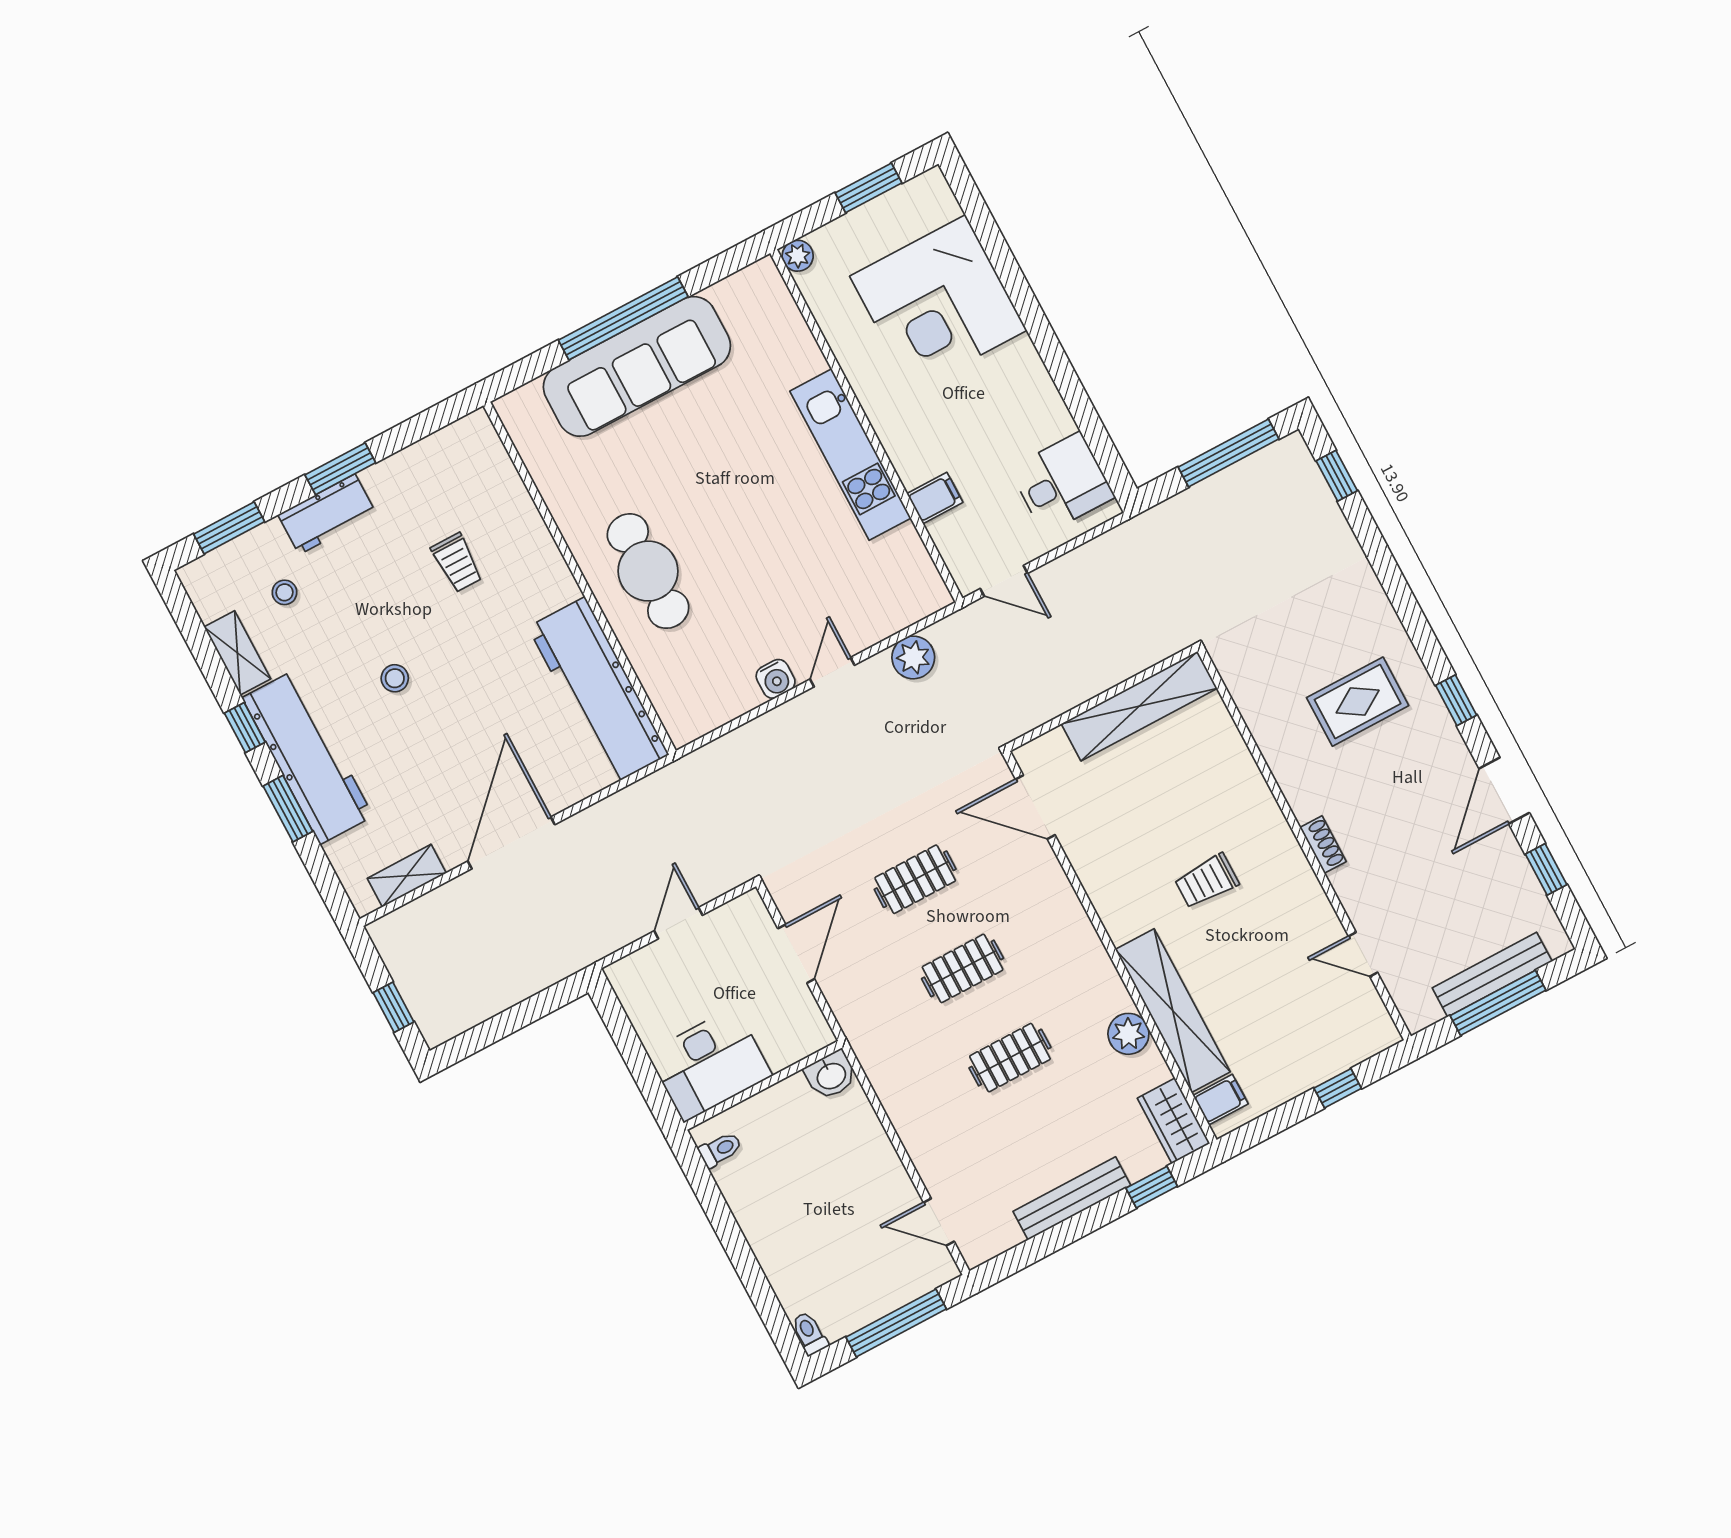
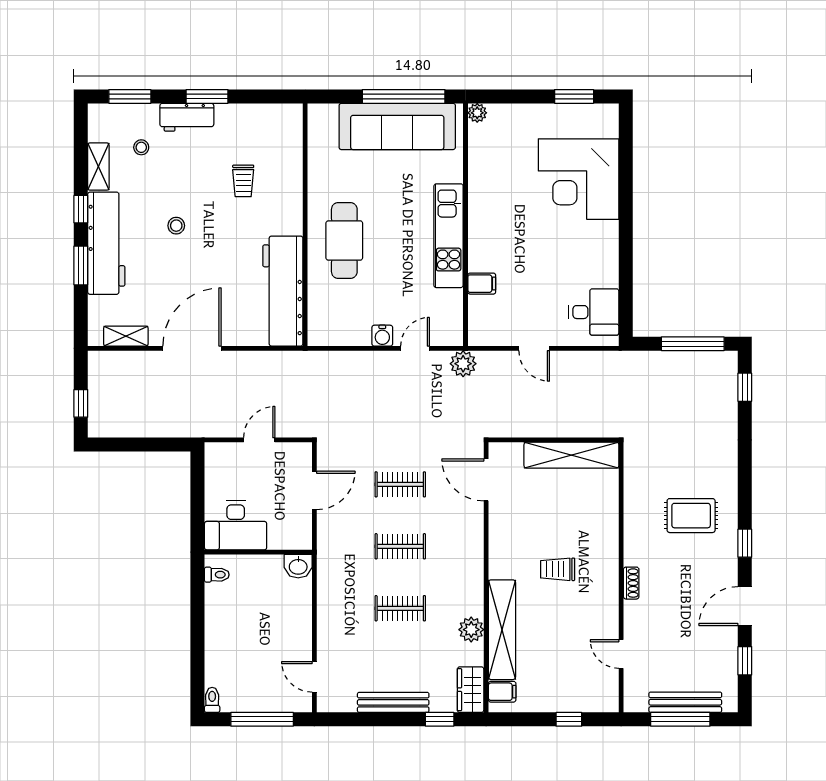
plant: (798, 256) -> (477, 113), moved
wall: (866, 426) -> (465, 225), moved
kitchen unit: (850, 455) -> (449, 236), moved
filing cabinet: (935, 498) -> (482, 284), moved

